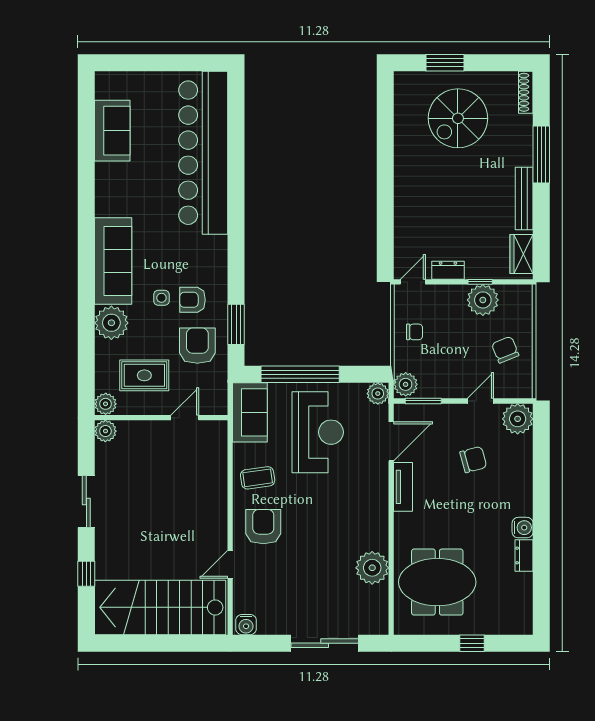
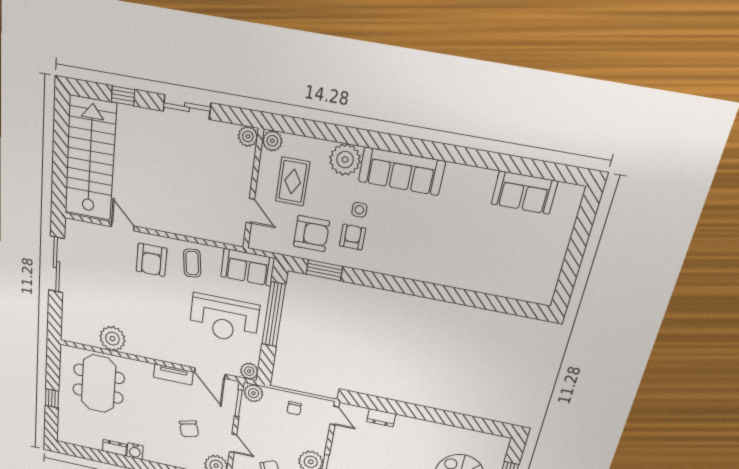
bar counter: (203, 153) -> (482, 271), removed
dresser: (448, 270) -> (381, 418), moved, turned 90
armchair: (263, 527) -> (152, 260), turned 90
water cooler: (246, 625) -> (73, 230), removed
sliding door: (325, 643) -> (57, 265), moved

